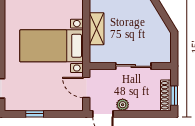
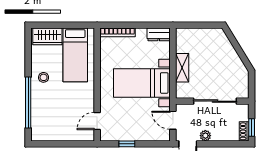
sliding door: (133, 66) -> (215, 101), width x1.37
shoe rack: (166, 95) -> (244, 131), width x0.70

